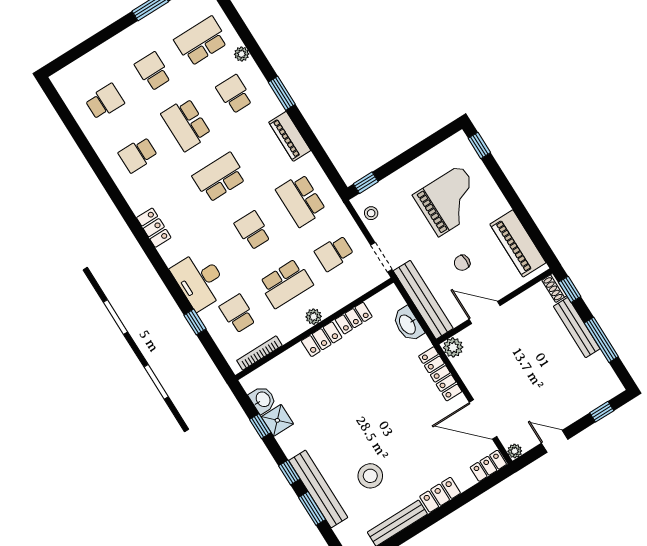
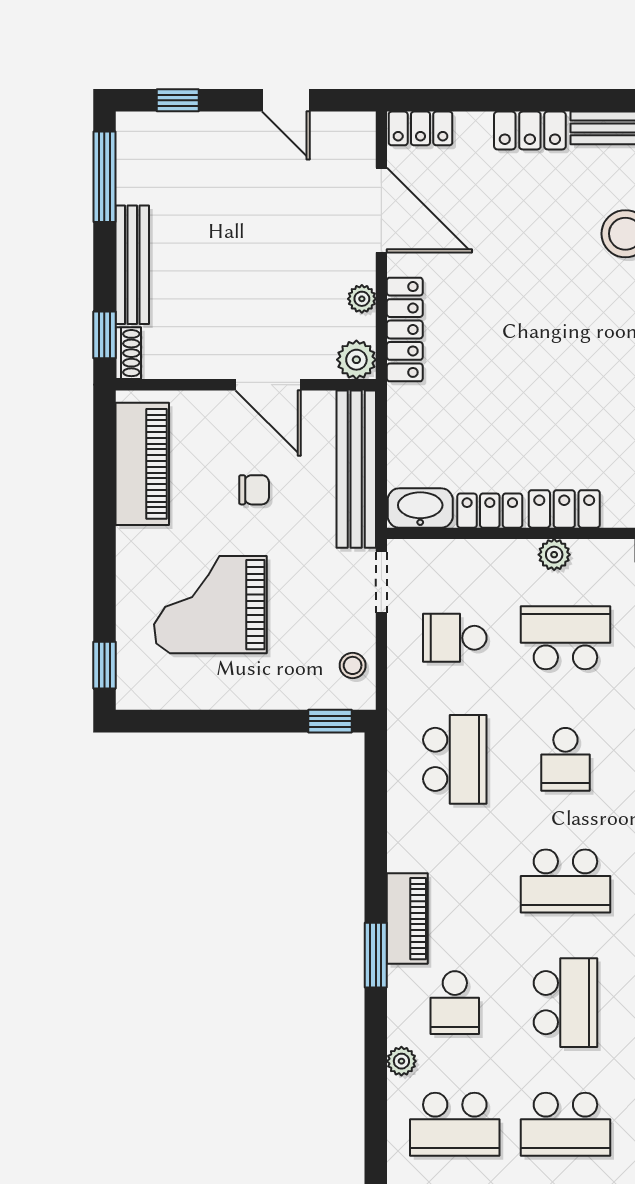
school desk: (153, 71) -> (565, 1124), width x1.85
piano: (290, 136) -> (407, 919), moved
school desk: (334, 253) -> (455, 638), turned 180
washbasin: (408, 324) -> (420, 508), moved, turned -90
window: (601, 340) -> (104, 177), moved
plant: (515, 451) -> (362, 299), moved

